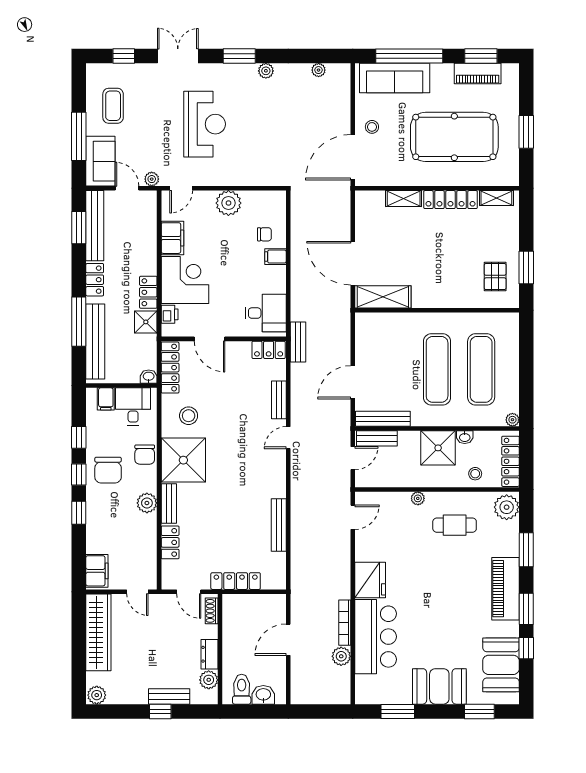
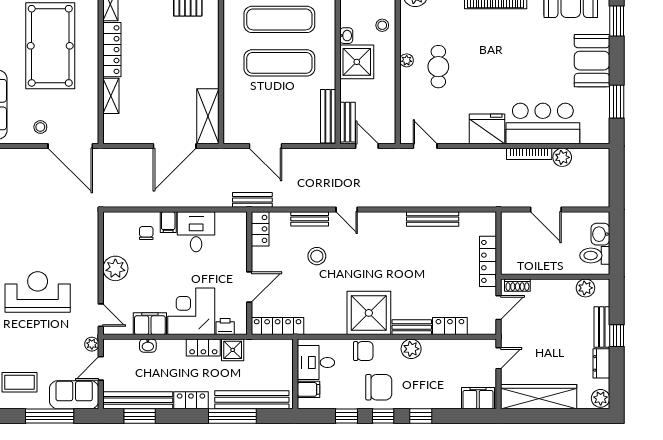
desk: (266, 313) -> (196, 232), moved
washbasin: (149, 377) -> (148, 346), moved, turned -90
door: (353, 382) -> (265, 146), moved
stool: (189, 416) -> (317, 256), moved
plant: (418, 498) -> (407, 60), moved
cafe table: (455, 525) -> (438, 67), moved
dresser: (210, 654) -> (601, 363), moved, turned 90

